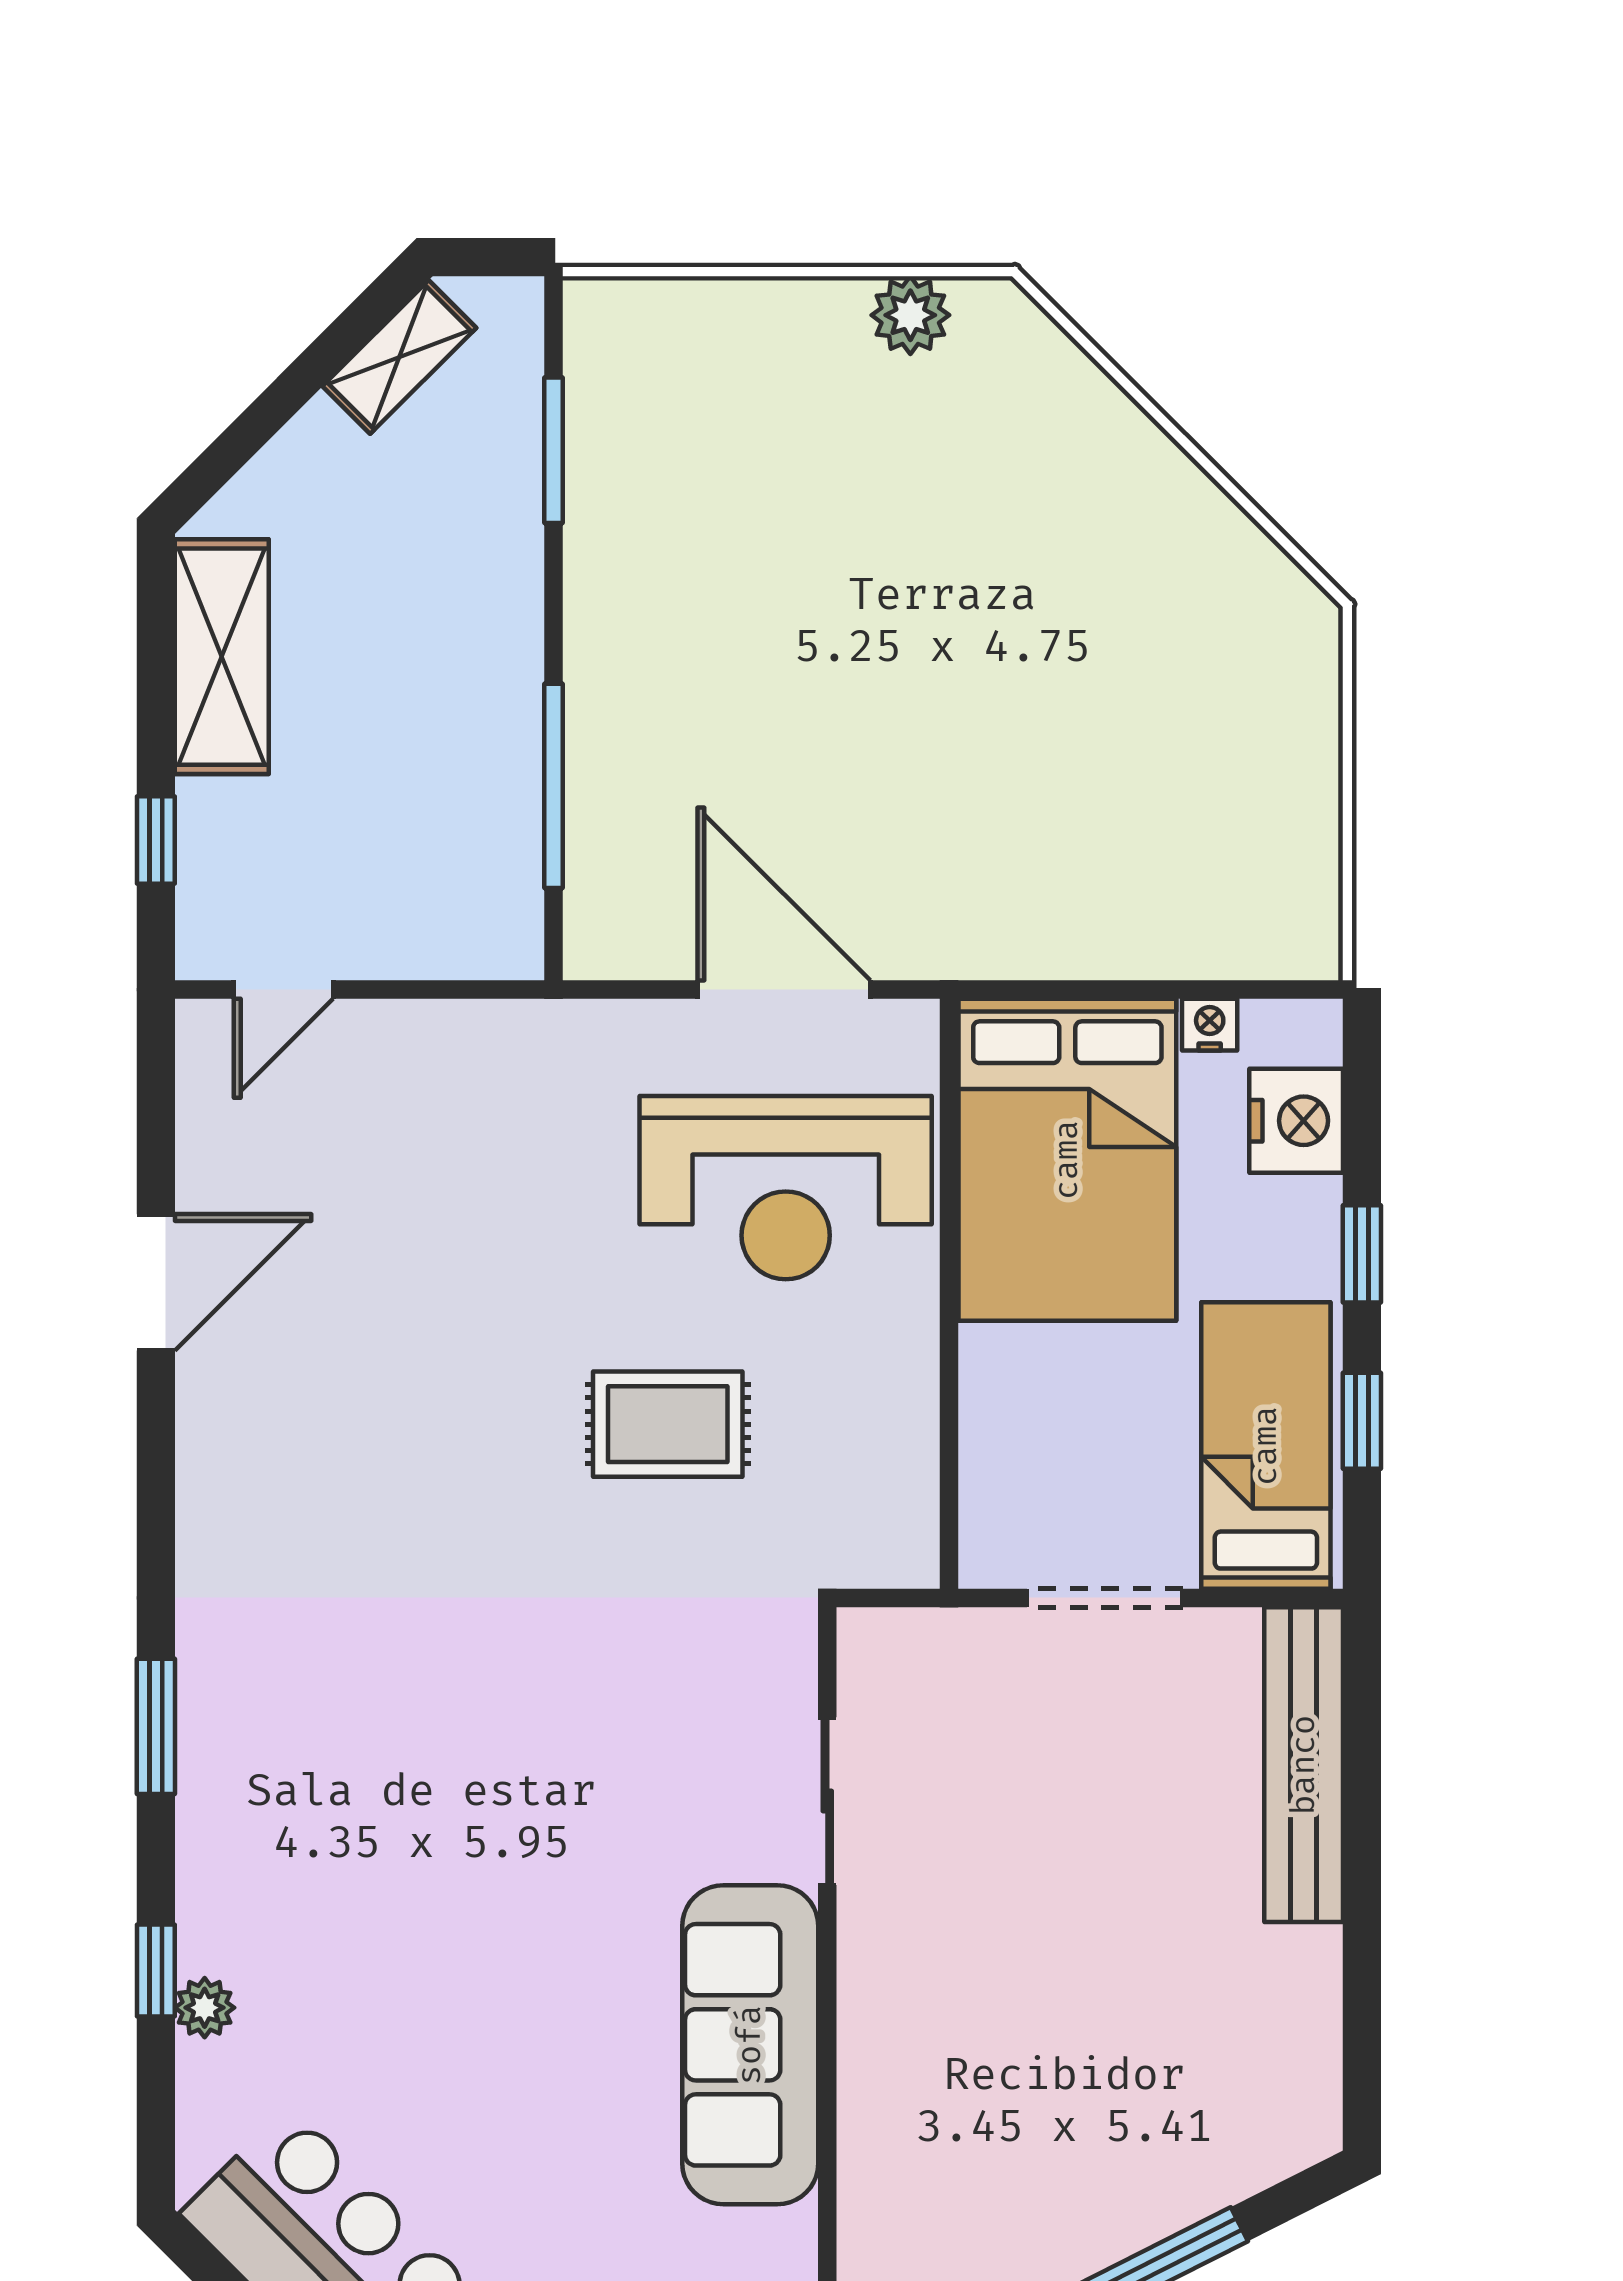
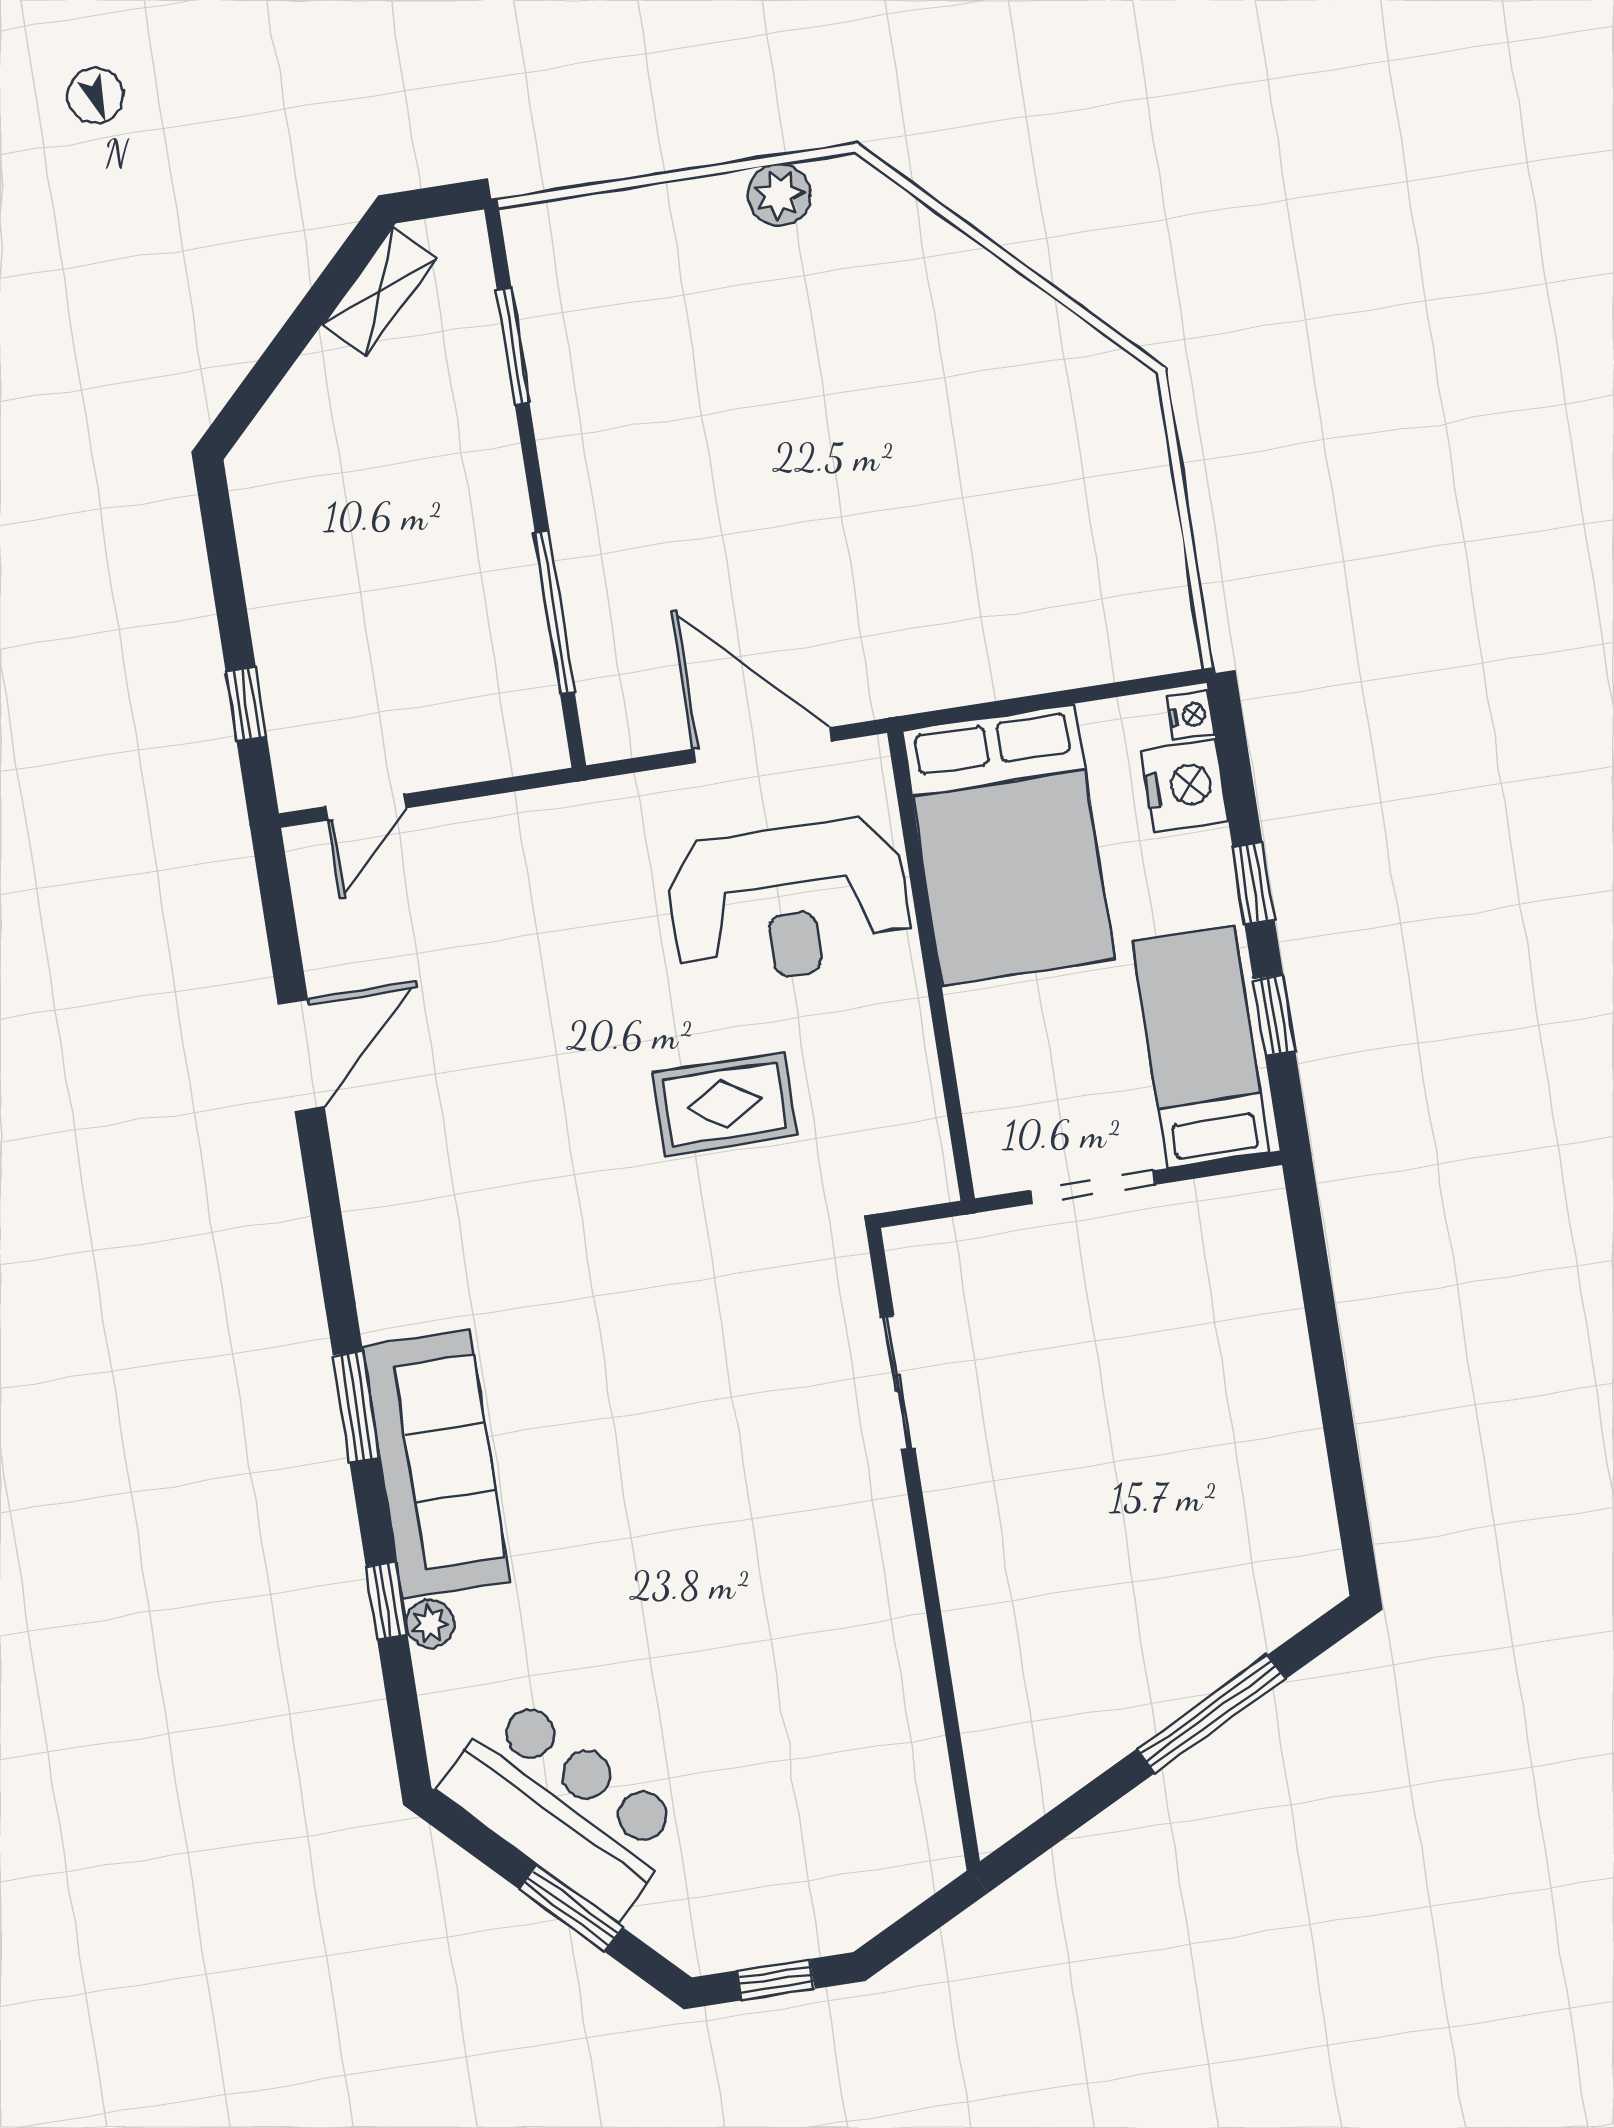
shelving: (222, 657) -> (276, 551), removed
nightstand: (1210, 1025) -> (1191, 715), moved, turned 90
bench: (1304, 1765) -> (1271, 1295), removed
sofa: (750, 2045) -> (436, 1464), moved, turned 180

